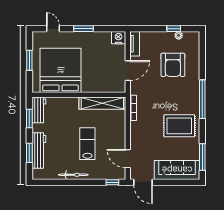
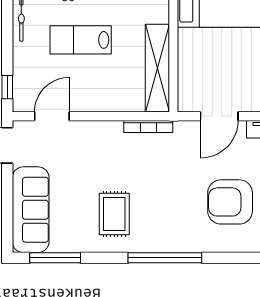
door: (128, 71) -> (219, 116), hinge flipped
rug: (179, 126) -> (114, 214), width x0.73, depth x0.70
lab bench: (87, 144) -> (81, 40), turned 180

